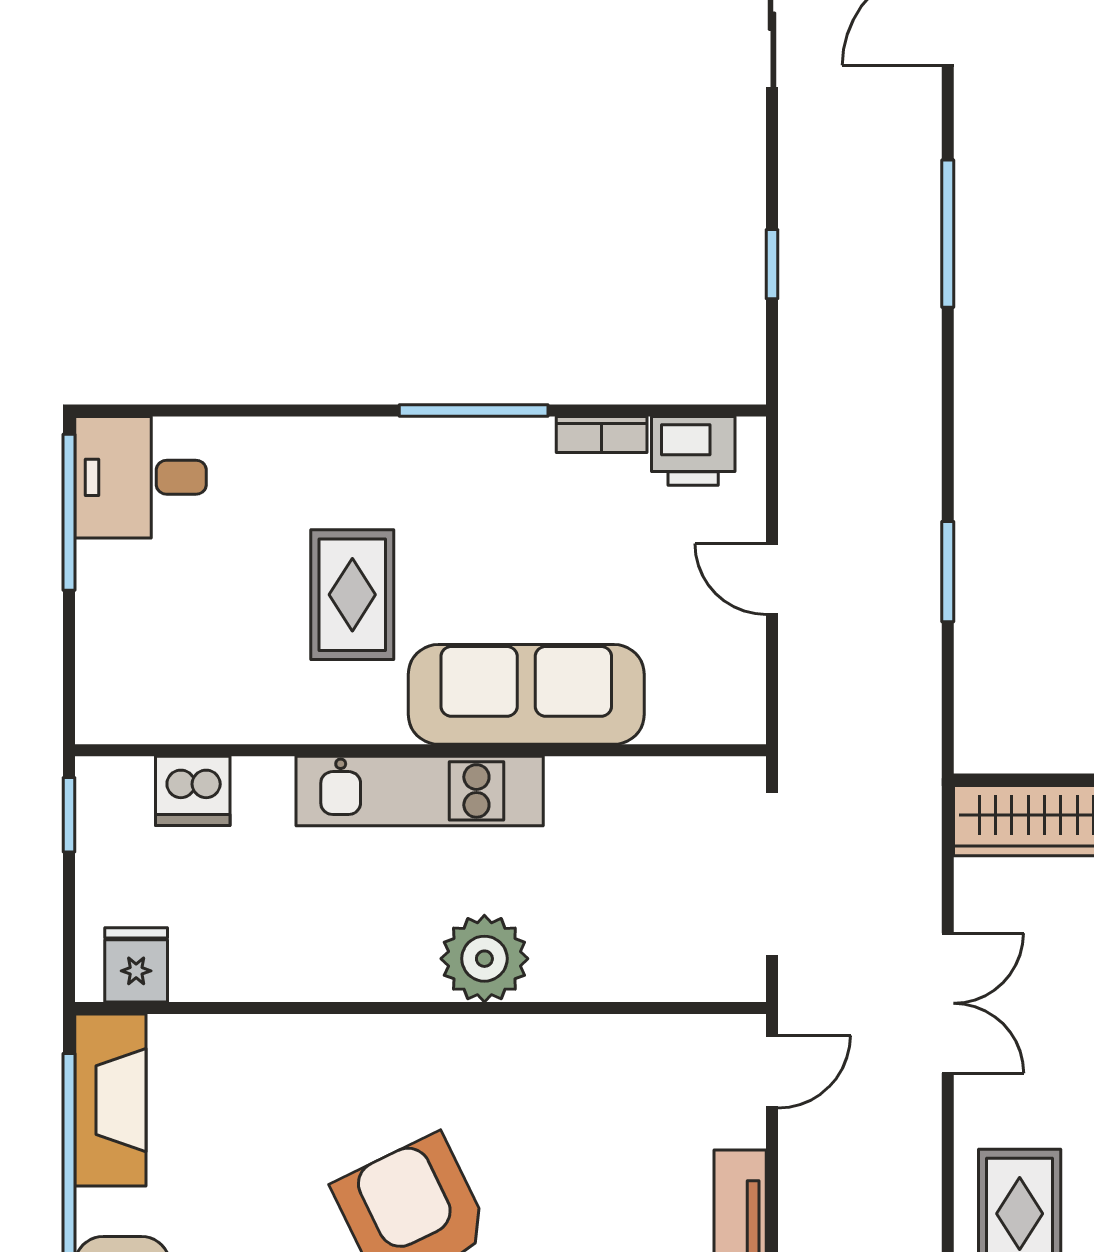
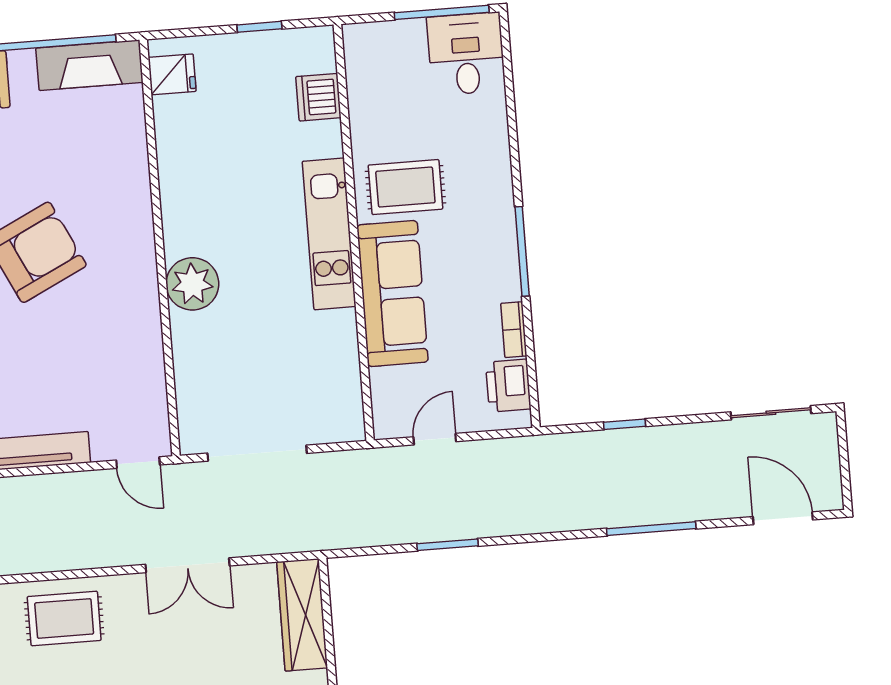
sofa: (526, 694) -> (392, 294), moved
wall: (421, 750) -> (354, 232), moved
dishwasher: (193, 791) -> (318, 97), moved
kitchen unit: (420, 791) -> (329, 234), moved

